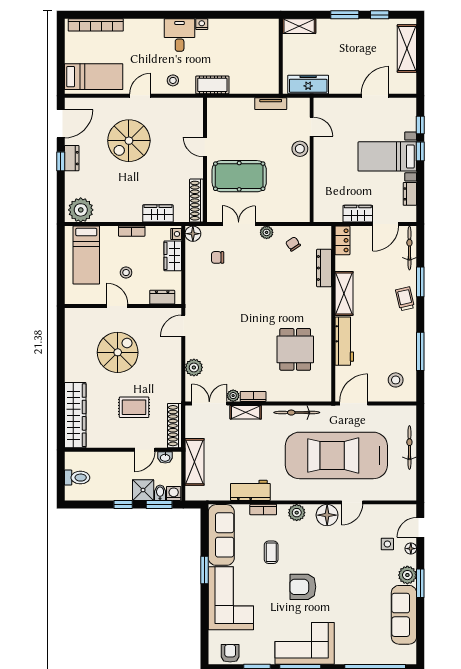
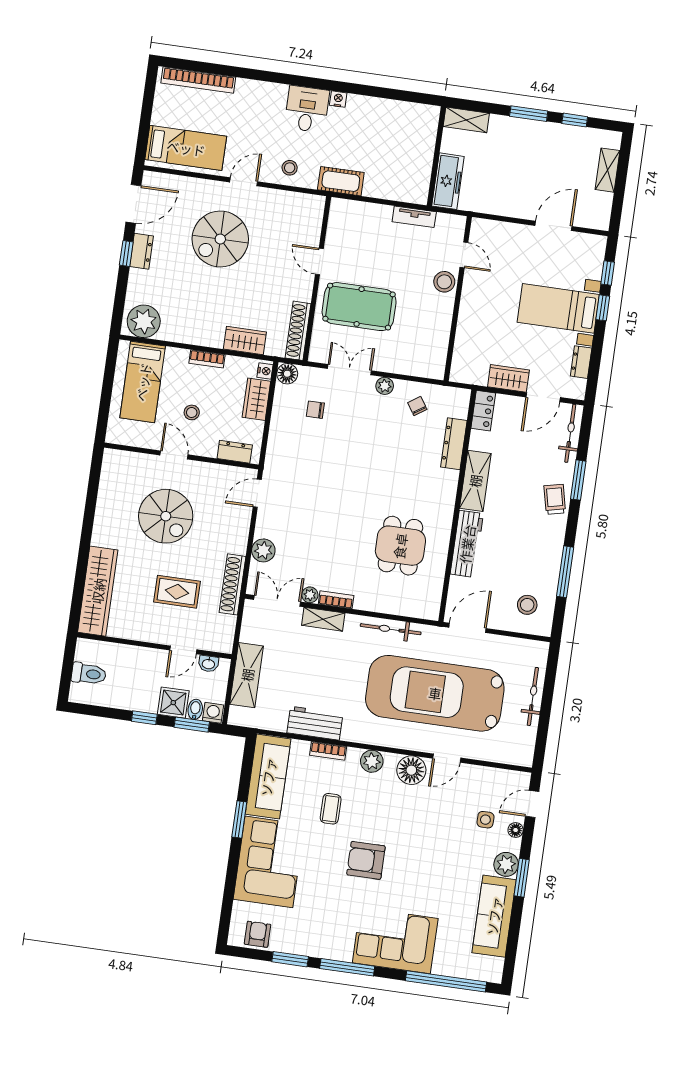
shelving: (407, 49) -> (607, 170), width x0.67, depth x0.75
freezer: (308, 84) -> (448, 181), moved, turned 90
spiral stairs: (118, 352) -> (166, 516), turned 90
shoe rack: (175, 426) -> (233, 584), moved
corner sofa: (305, 643) -> (395, 941), moved

